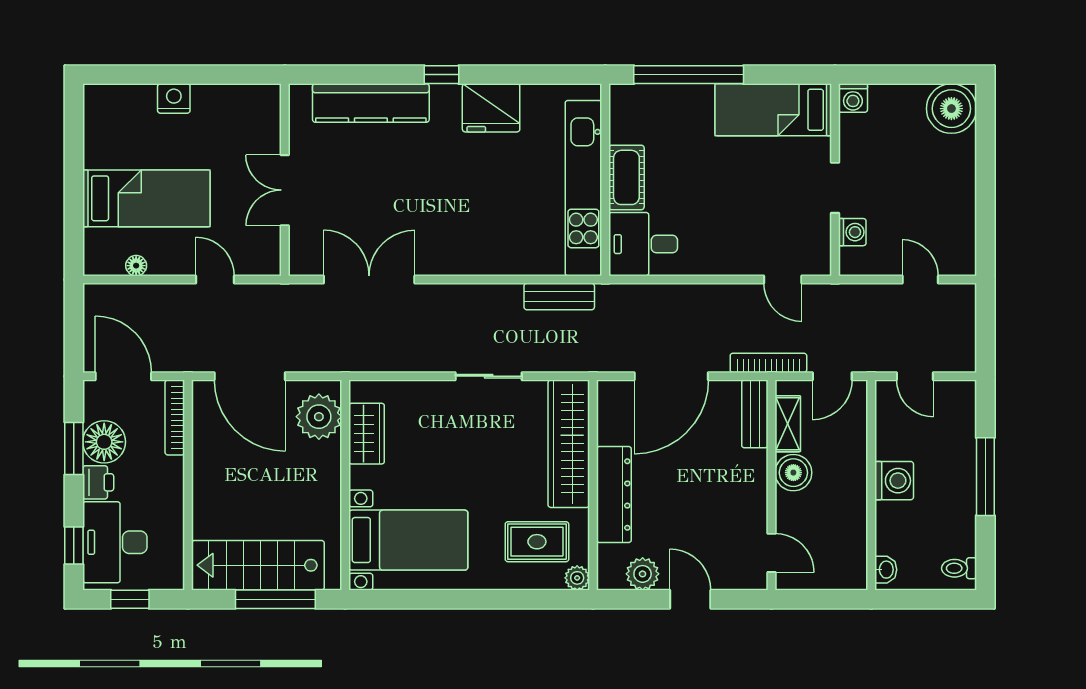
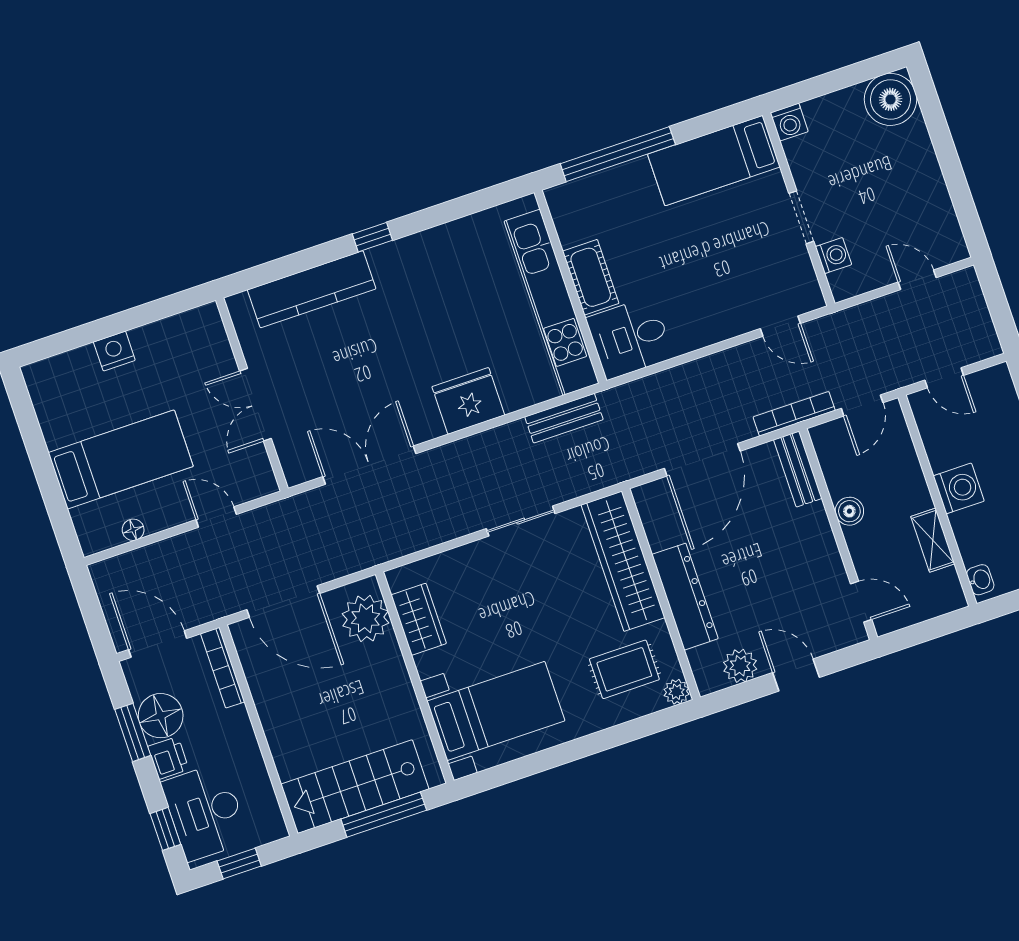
fridge: (491, 108) -> (468, 401), moved, turned 180
shelving: (788, 424) -> (933, 540), moved
boiler: (793, 473) -> (849, 511), width x0.73, depth x0.73

